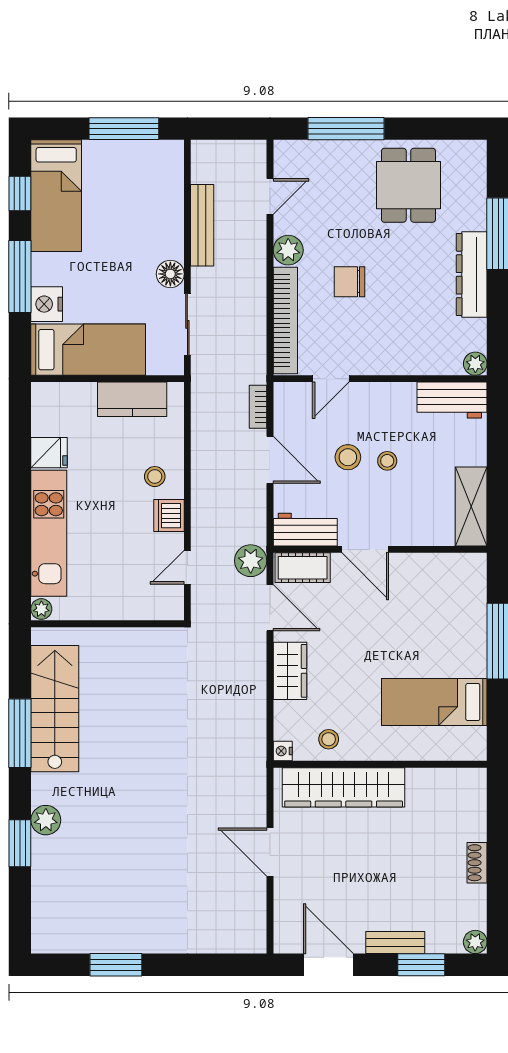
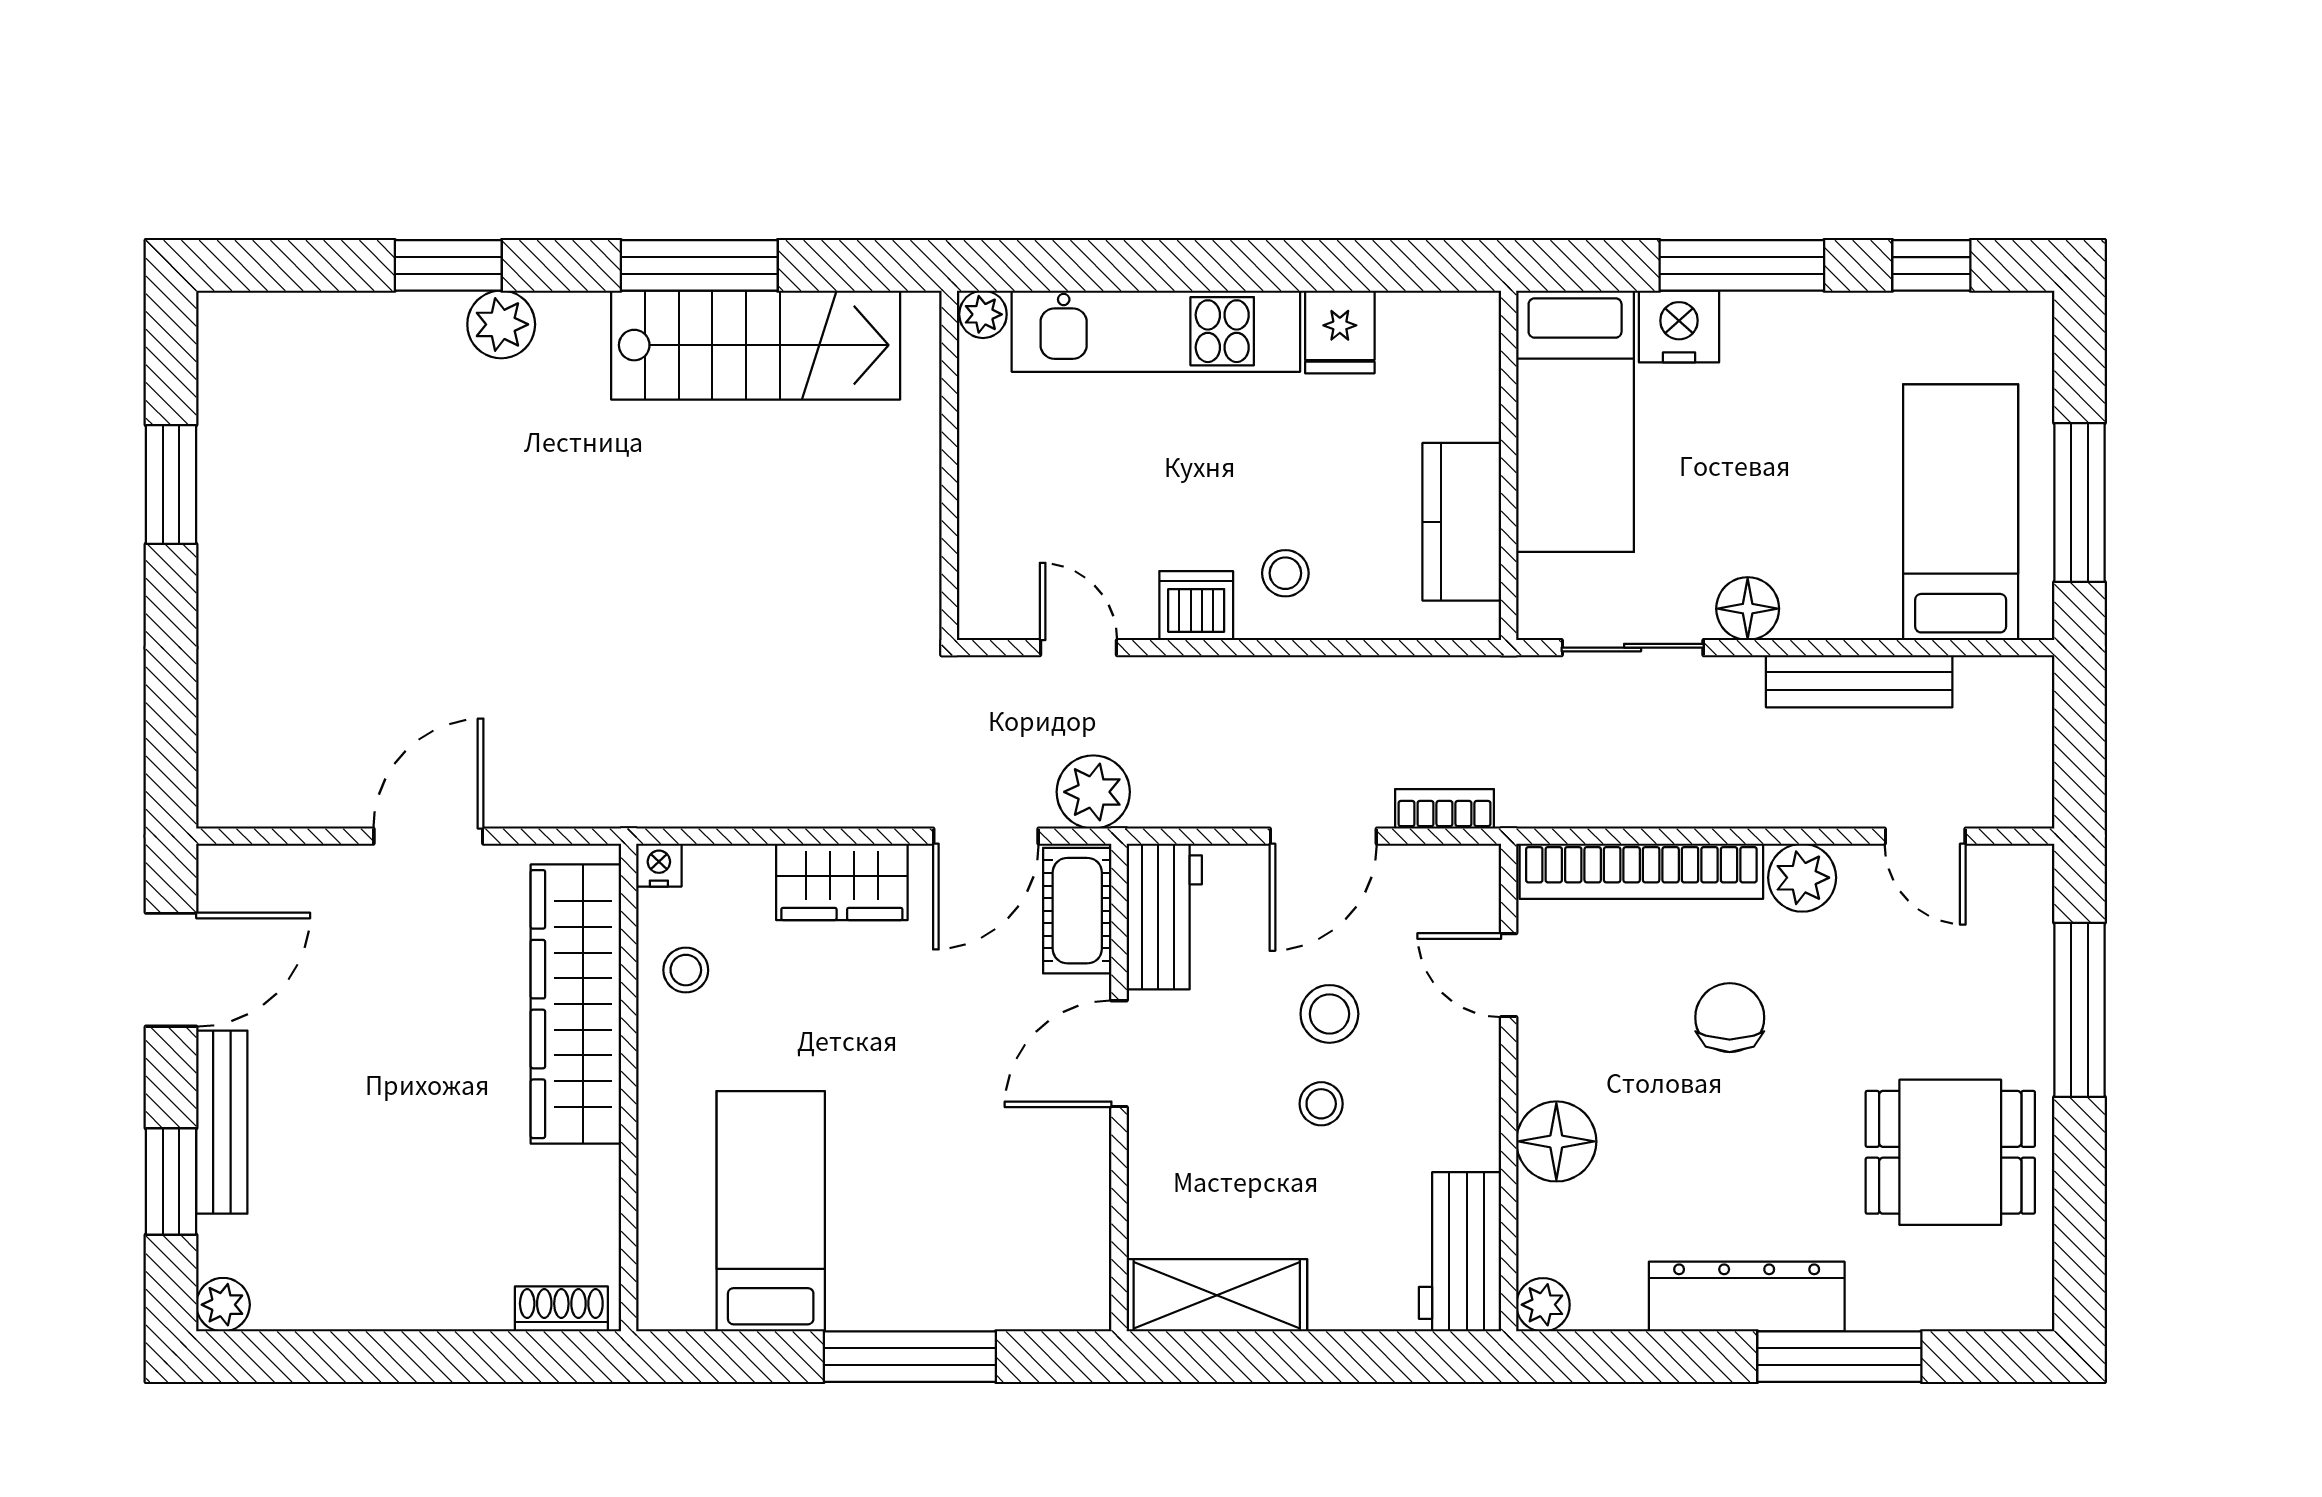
bed: (56, 196) -> (1961, 512), moved, turned 90
floor lamp: (404, 358) -> (1556, 1141), added
shoe rack: (477, 863) -> (561, 1309), moved
bench: (395, 942) -> (222, 1122), width x1.36

